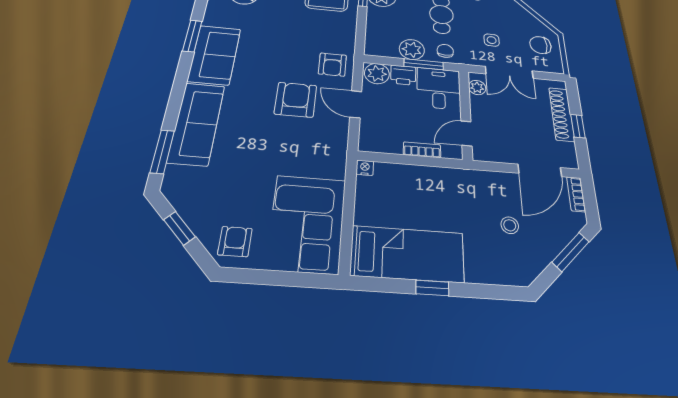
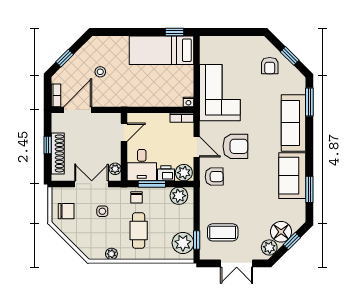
plant: (412, 50) -> (179, 196), moved
armchair: (332, 65) -> (214, 177), turned 89
armchair: (296, 100) -> (235, 146), turned -90
bookcase: (422, 150) -> (182, 118), moved
corner sofa: (307, 223) -> (220, 93), moved
armchair: (235, 241) -> (270, 66), moved
window: (571, 252) -> (65, 58), width x0.67
window: (432, 288) -> (174, 32), moved

